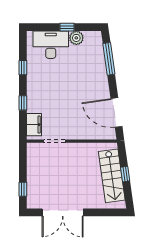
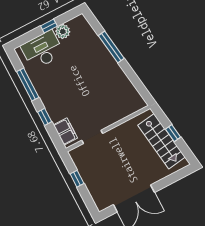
window: (109, 59) -> (111, 47), moved
window: (23, 68) -> (28, 85), width x2.17
door: (116, 112) -> (135, 81), removed
window: (23, 189) -> (77, 179), moved

